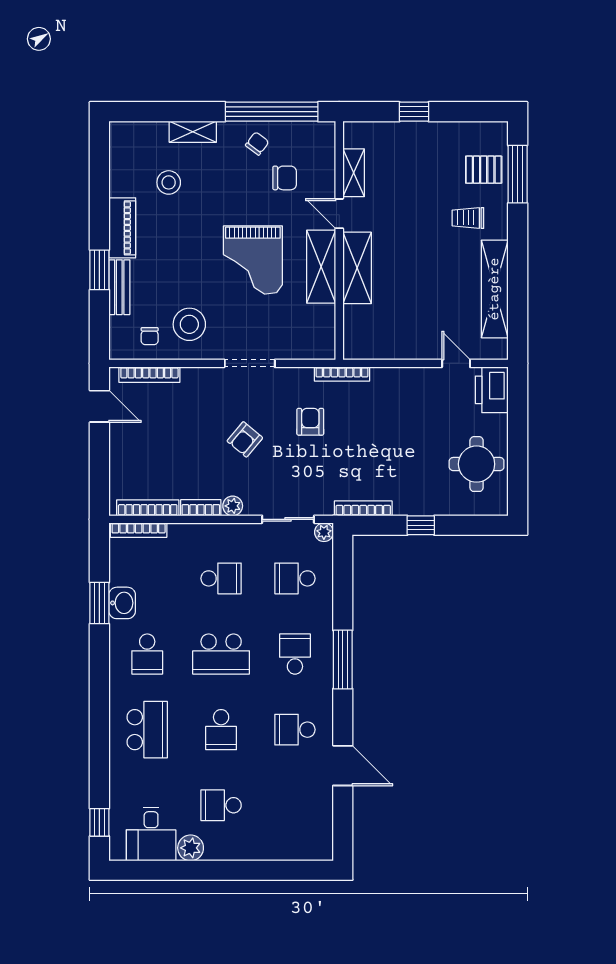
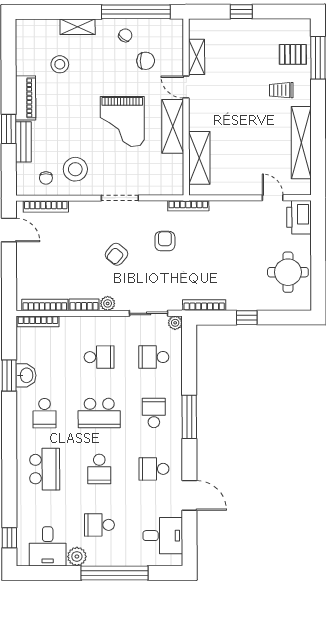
shelving: (357, 268) -> (199, 158), moved
desk: (307, 820) -> (163, 536), added
window: (241, 870) -> (114, 573), added

